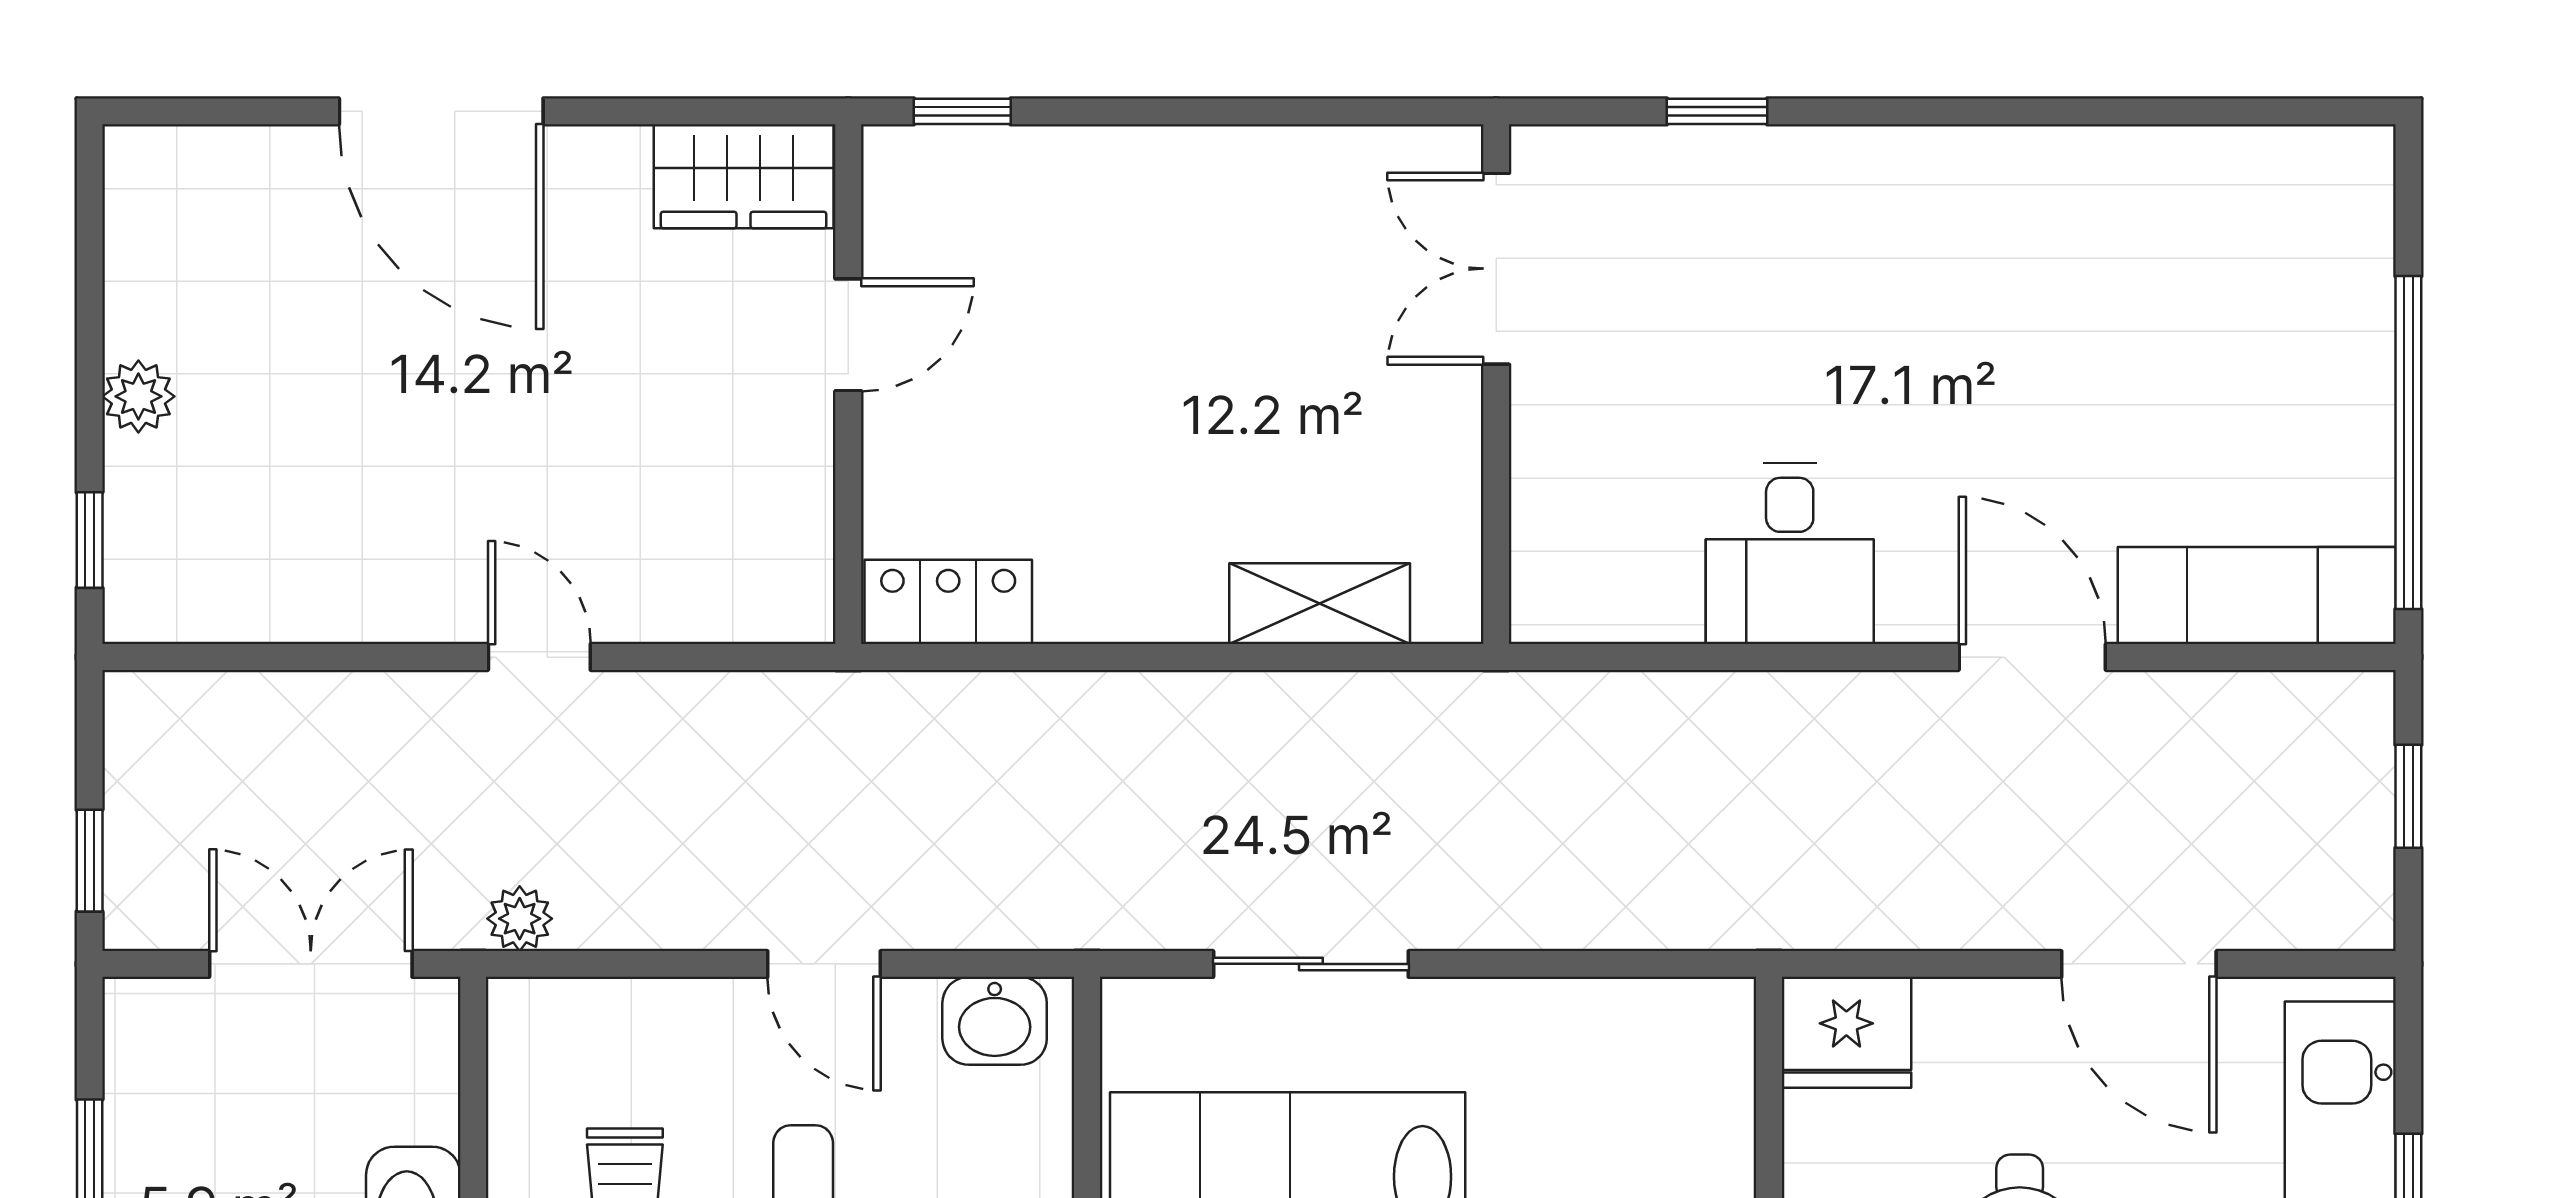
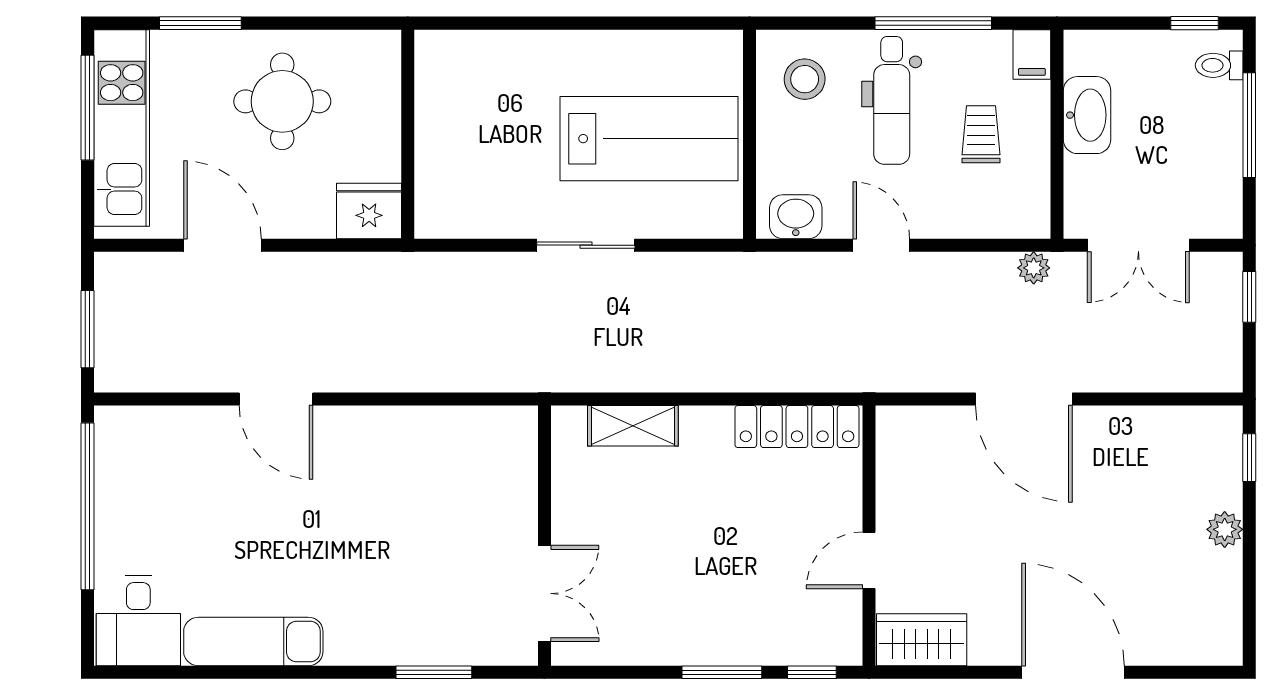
window: (1142, 111) -> (722, 672), added
window: (1717, 111) -> (434, 672), width x1.50
desk: (1790, 554) -> (138, 621), moved, turned 180
exam couch: (2257, 596) -> (253, 642), moved, turned 180
locker: (948, 602) -> (797, 427), width x1.53
door: (539, 657) -> (1024, 399), width x1.88
window: (2408, 796) -> (88, 329), width x1.50
sliding door: (1311, 964) -> (586, 245), moved

